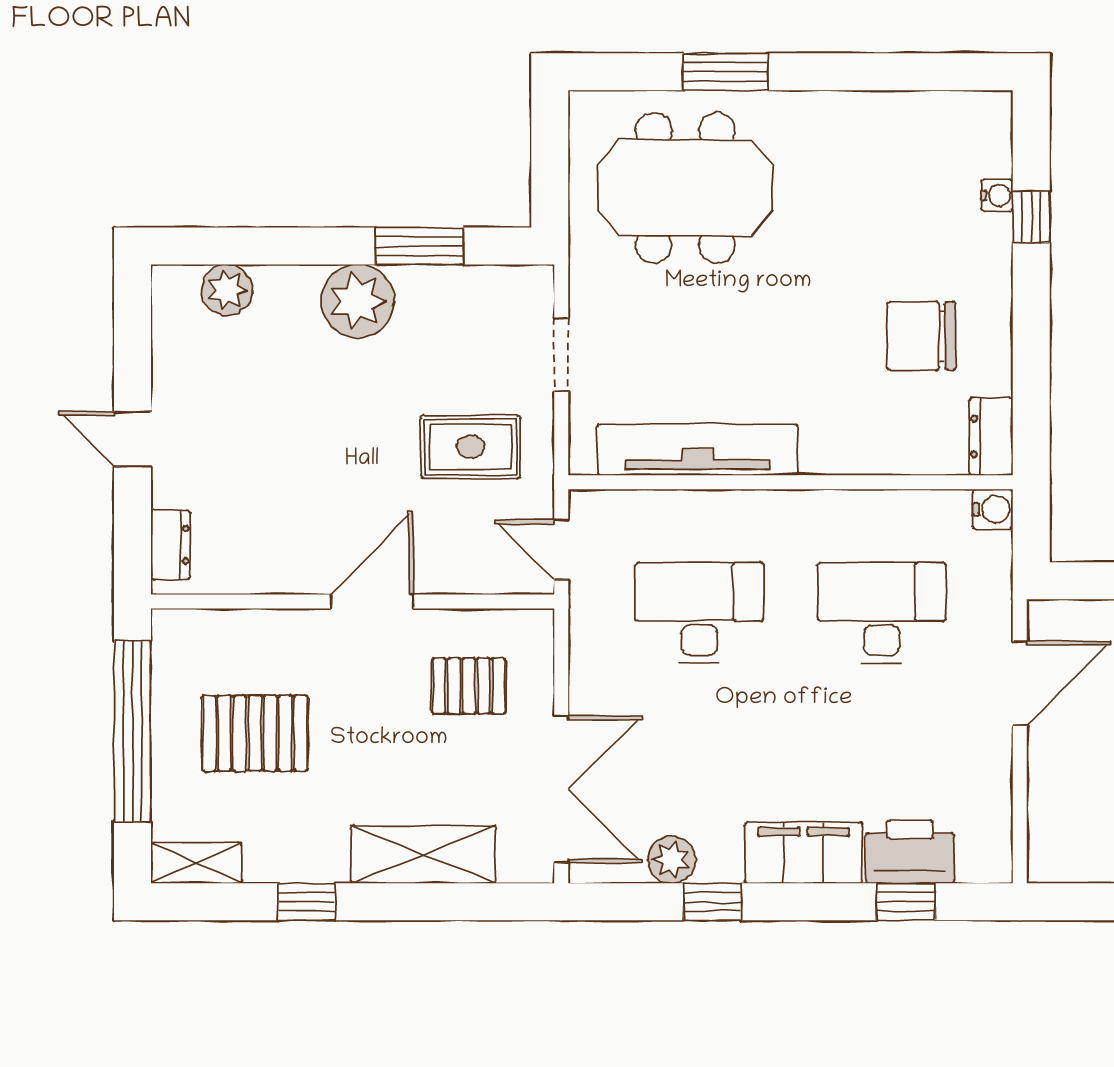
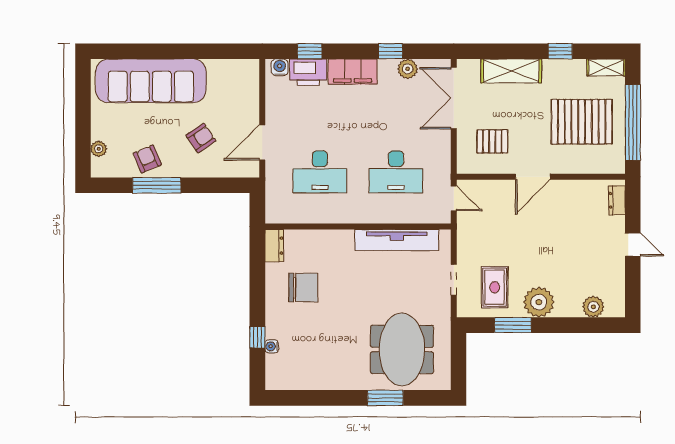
meeting table: (685, 188) -> (402, 349), turned 90
rug: (471, 447) -> (495, 287), moved, turned 90
water cooler: (993, 509) -> (280, 67), moved, turned 90
pallet: (255, 733) -> (582, 122), width x1.37, depth x1.41

